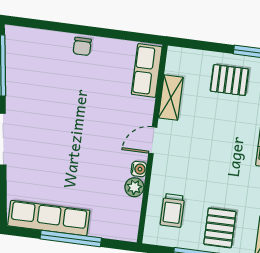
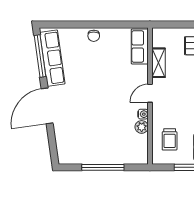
row of seats: (49, 218) -> (52, 58), moved, turned 82

